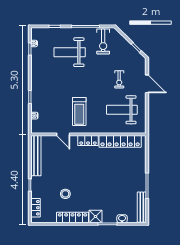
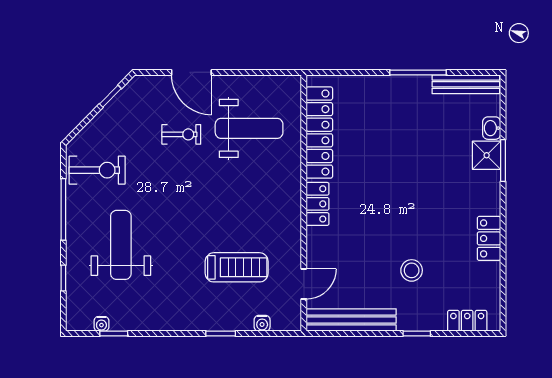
weight bench: (70, 52) -> (121, 245), turned 180
door: (147, 84) -> (191, 72), swing flipped
weight bench: (122, 110) -> (249, 128), turned -90
treadmill: (79, 111) -> (237, 267), moved
door: (63, 134) -> (304, 284), moved
stool: (65, 194) -> (412, 270), moved
shower: (96, 216) -> (487, 155), moved
locker: (72, 218) -> (489, 238), width x0.66

